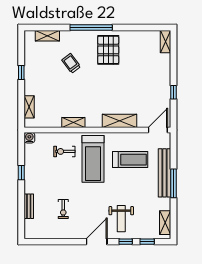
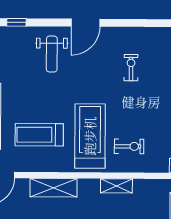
weight bench: (121, 219) -> (52, 54), turned 180
window: (126, 242) -> (46, 23), removed

